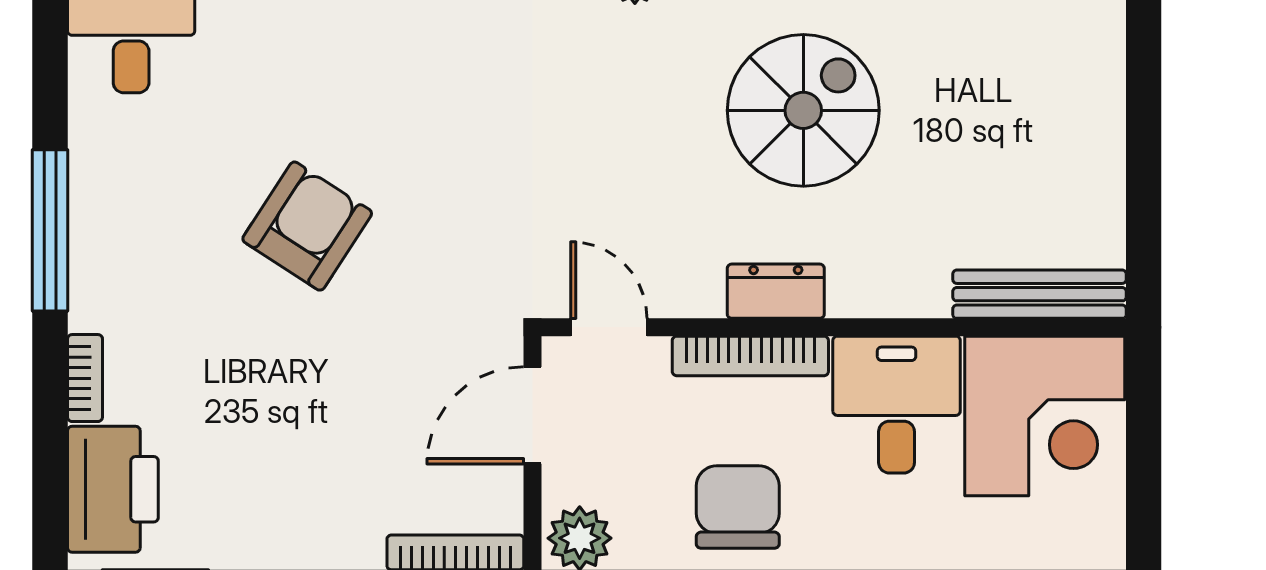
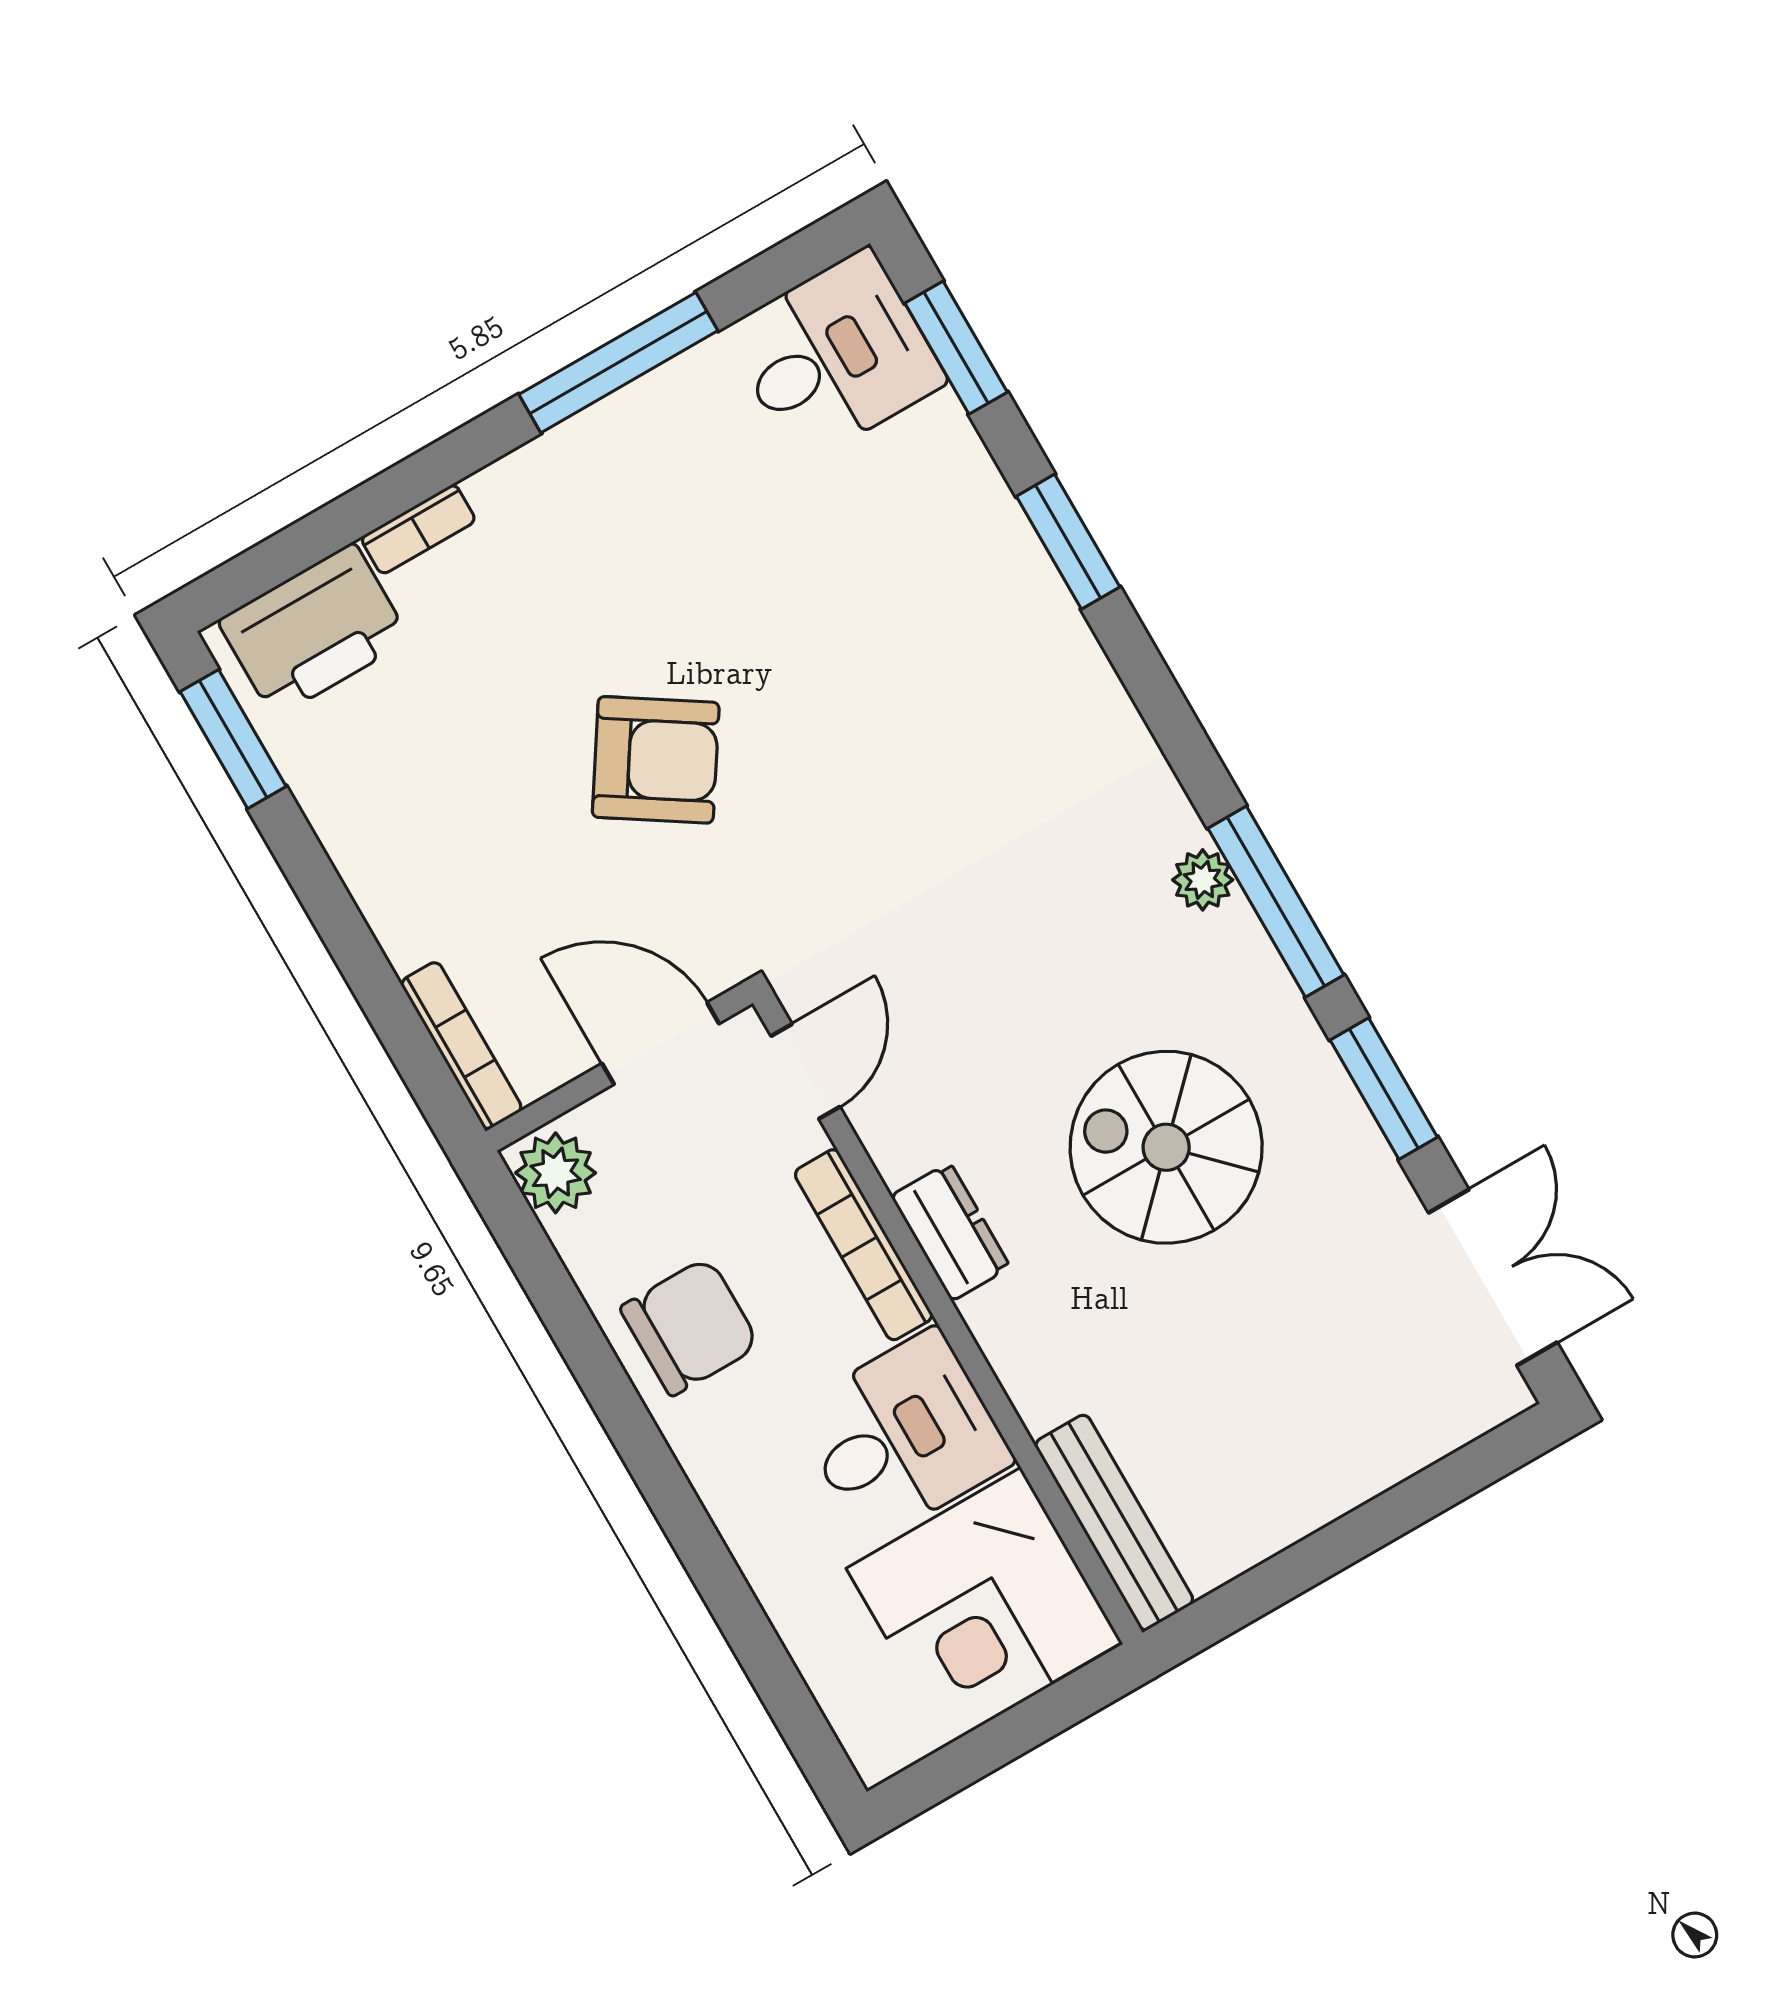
spiral stairs: (803, 110) -> (1166, 1147), turned 180
armchair: (307, 226) -> (656, 760), moved
window: (50, 230) -> (618, 363), moved

